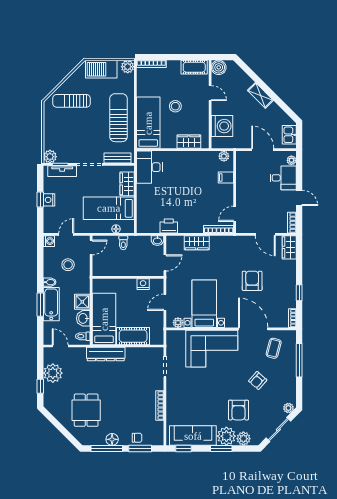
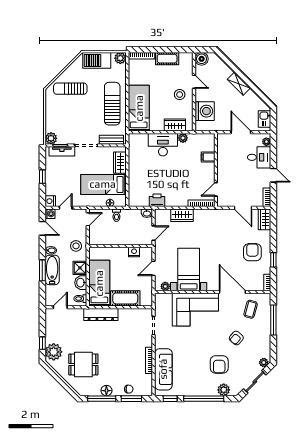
cot: (194, 67) -> (167, 59), moved
stool: (175, 106) -> (180, 95), moved
plant: (224, 156) -> (183, 138), moved
desk: (149, 167) -> (163, 145), moved, turned 90
nightstand: (49, 200) -> (50, 201), moved
door: (40, 258) -> (42, 228), added
stool: (68, 265) -> (76, 246), moved
armchair: (252, 281) -> (252, 252), moved
door: (60, 346) -> (60, 307), hinge flipped
plant: (53, 373) -> (54, 352), moved
dining table: (86, 410) -> (83, 364), turned 90
sofa: (193, 436) -> (163, 369), moved, turned 90
plant: (226, 436) -> (208, 388), removed
window: (221, 448) -> (204, 399), width x2.11

